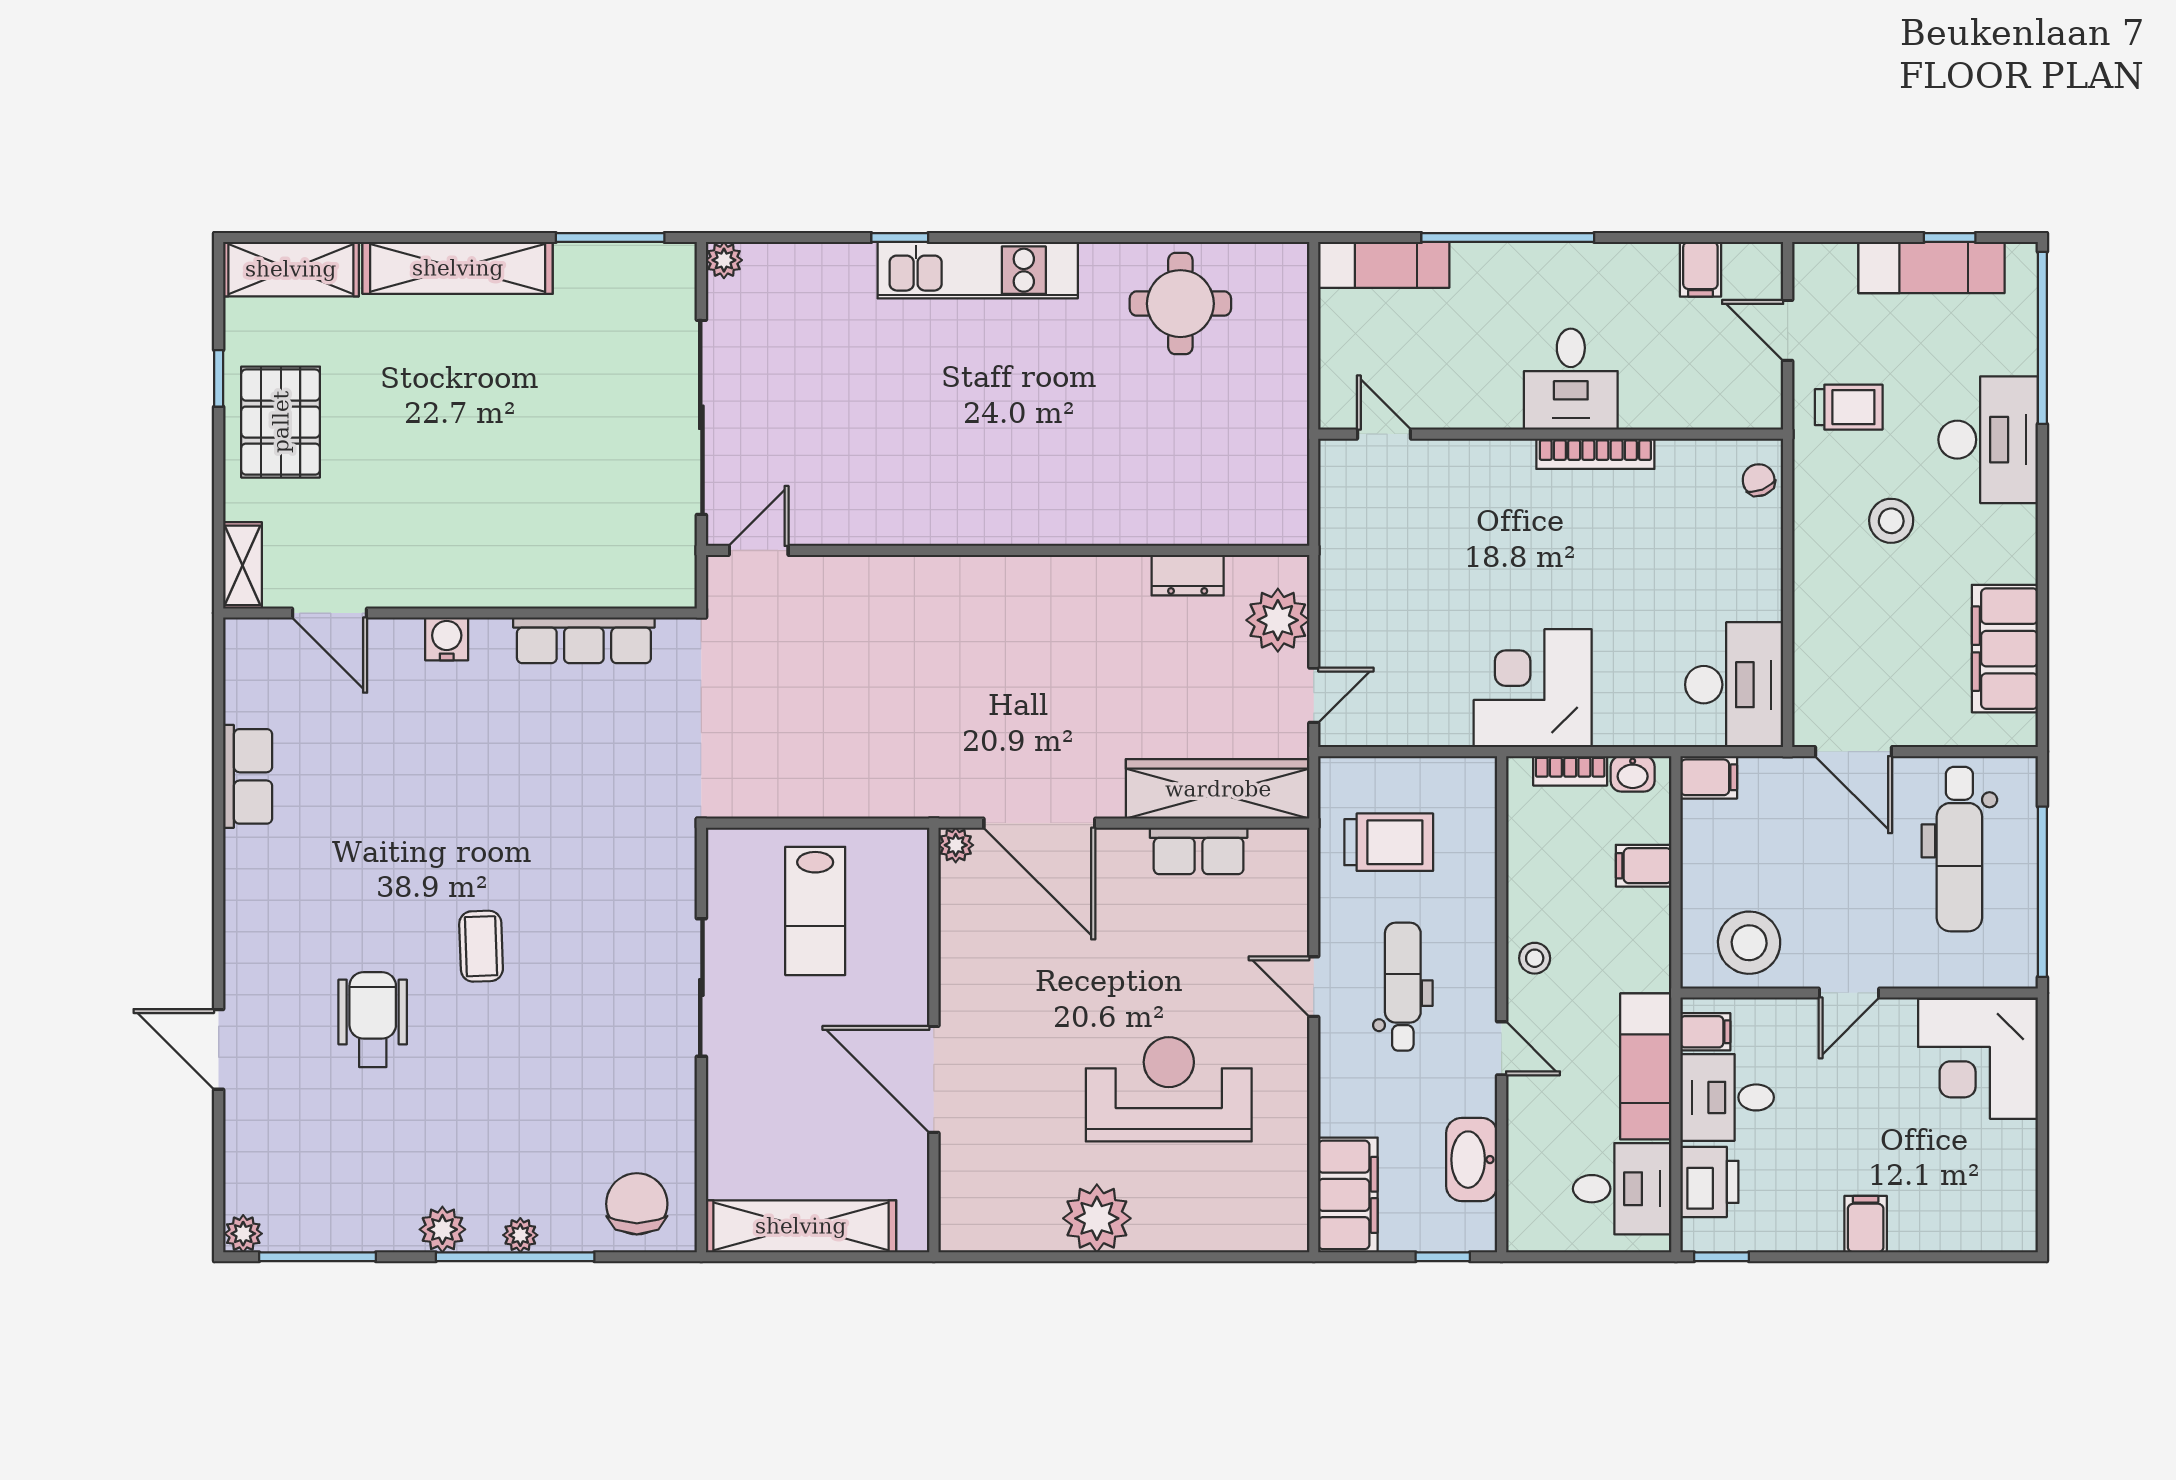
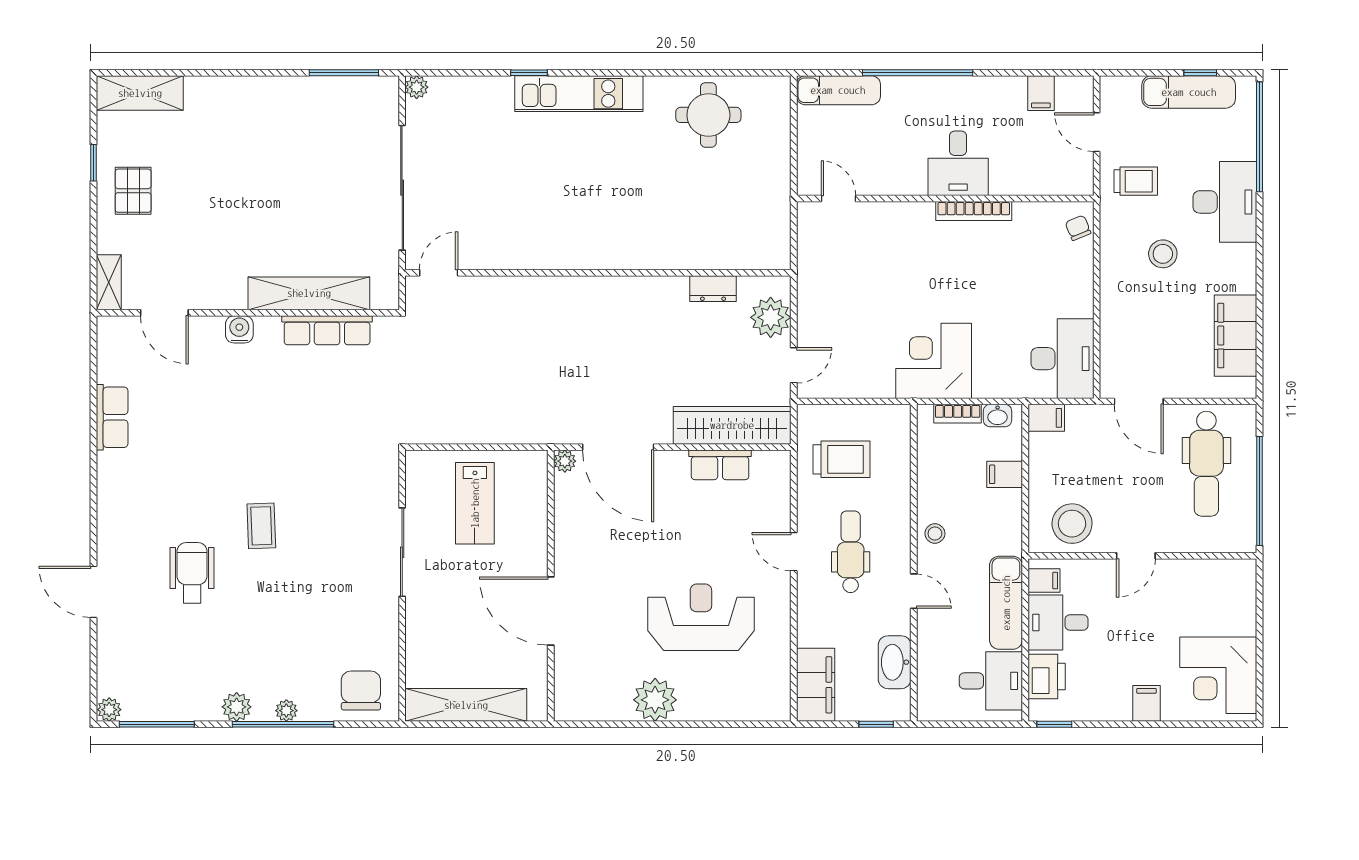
shelving: (458, 268) -> (309, 293), moved
pallet: (281, 422) -> (133, 191), width x0.67, depth x0.71
corner desk: (1978, 1059) -> (1218, 675), moved

